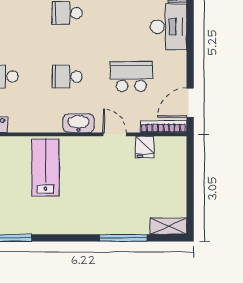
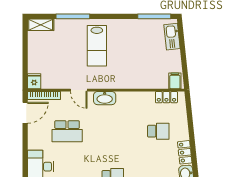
school desk: (67, 77) -> (113, 131), removed
fridge: (145, 147) -> (34, 81), moved
lab bench: (45, 168) -> (97, 46), moved

